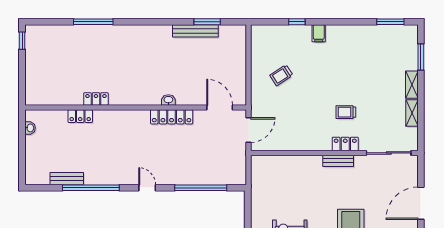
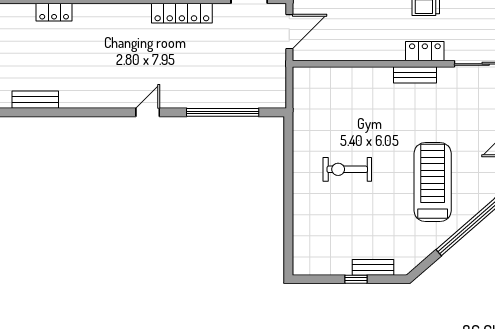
window: (91, 188) -> (69, 112), removed
door: (147, 188) -> (148, 112), hinge flipped

